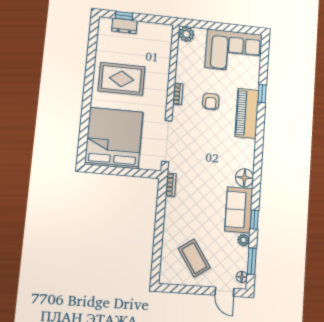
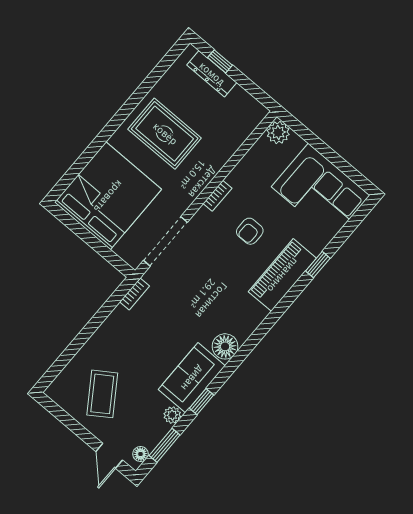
dresser: (124, 26) -> (212, 74), width x1.44

